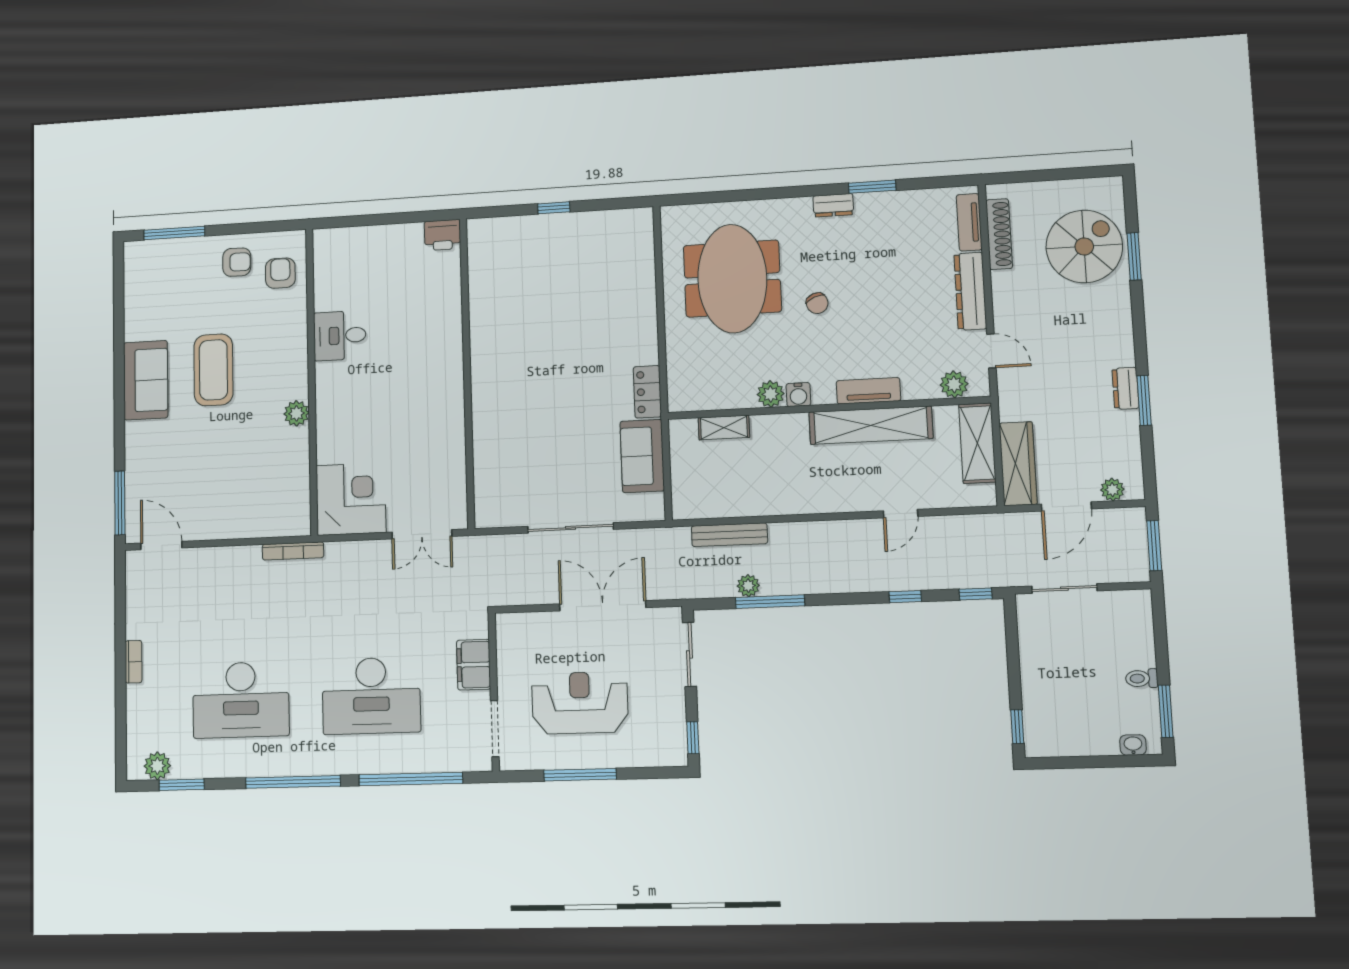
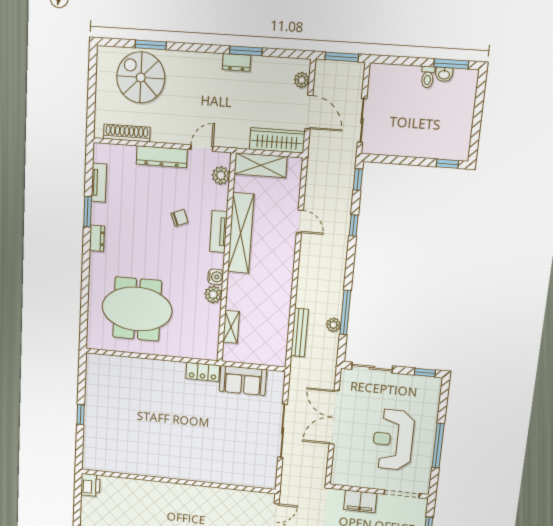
tv unit: (969, 222) -> (99, 183), moved, turned -90
chair: (817, 303) -> (180, 218), moved
washbasin: (1133, 745) -> (444, 74), moved, turned -90

